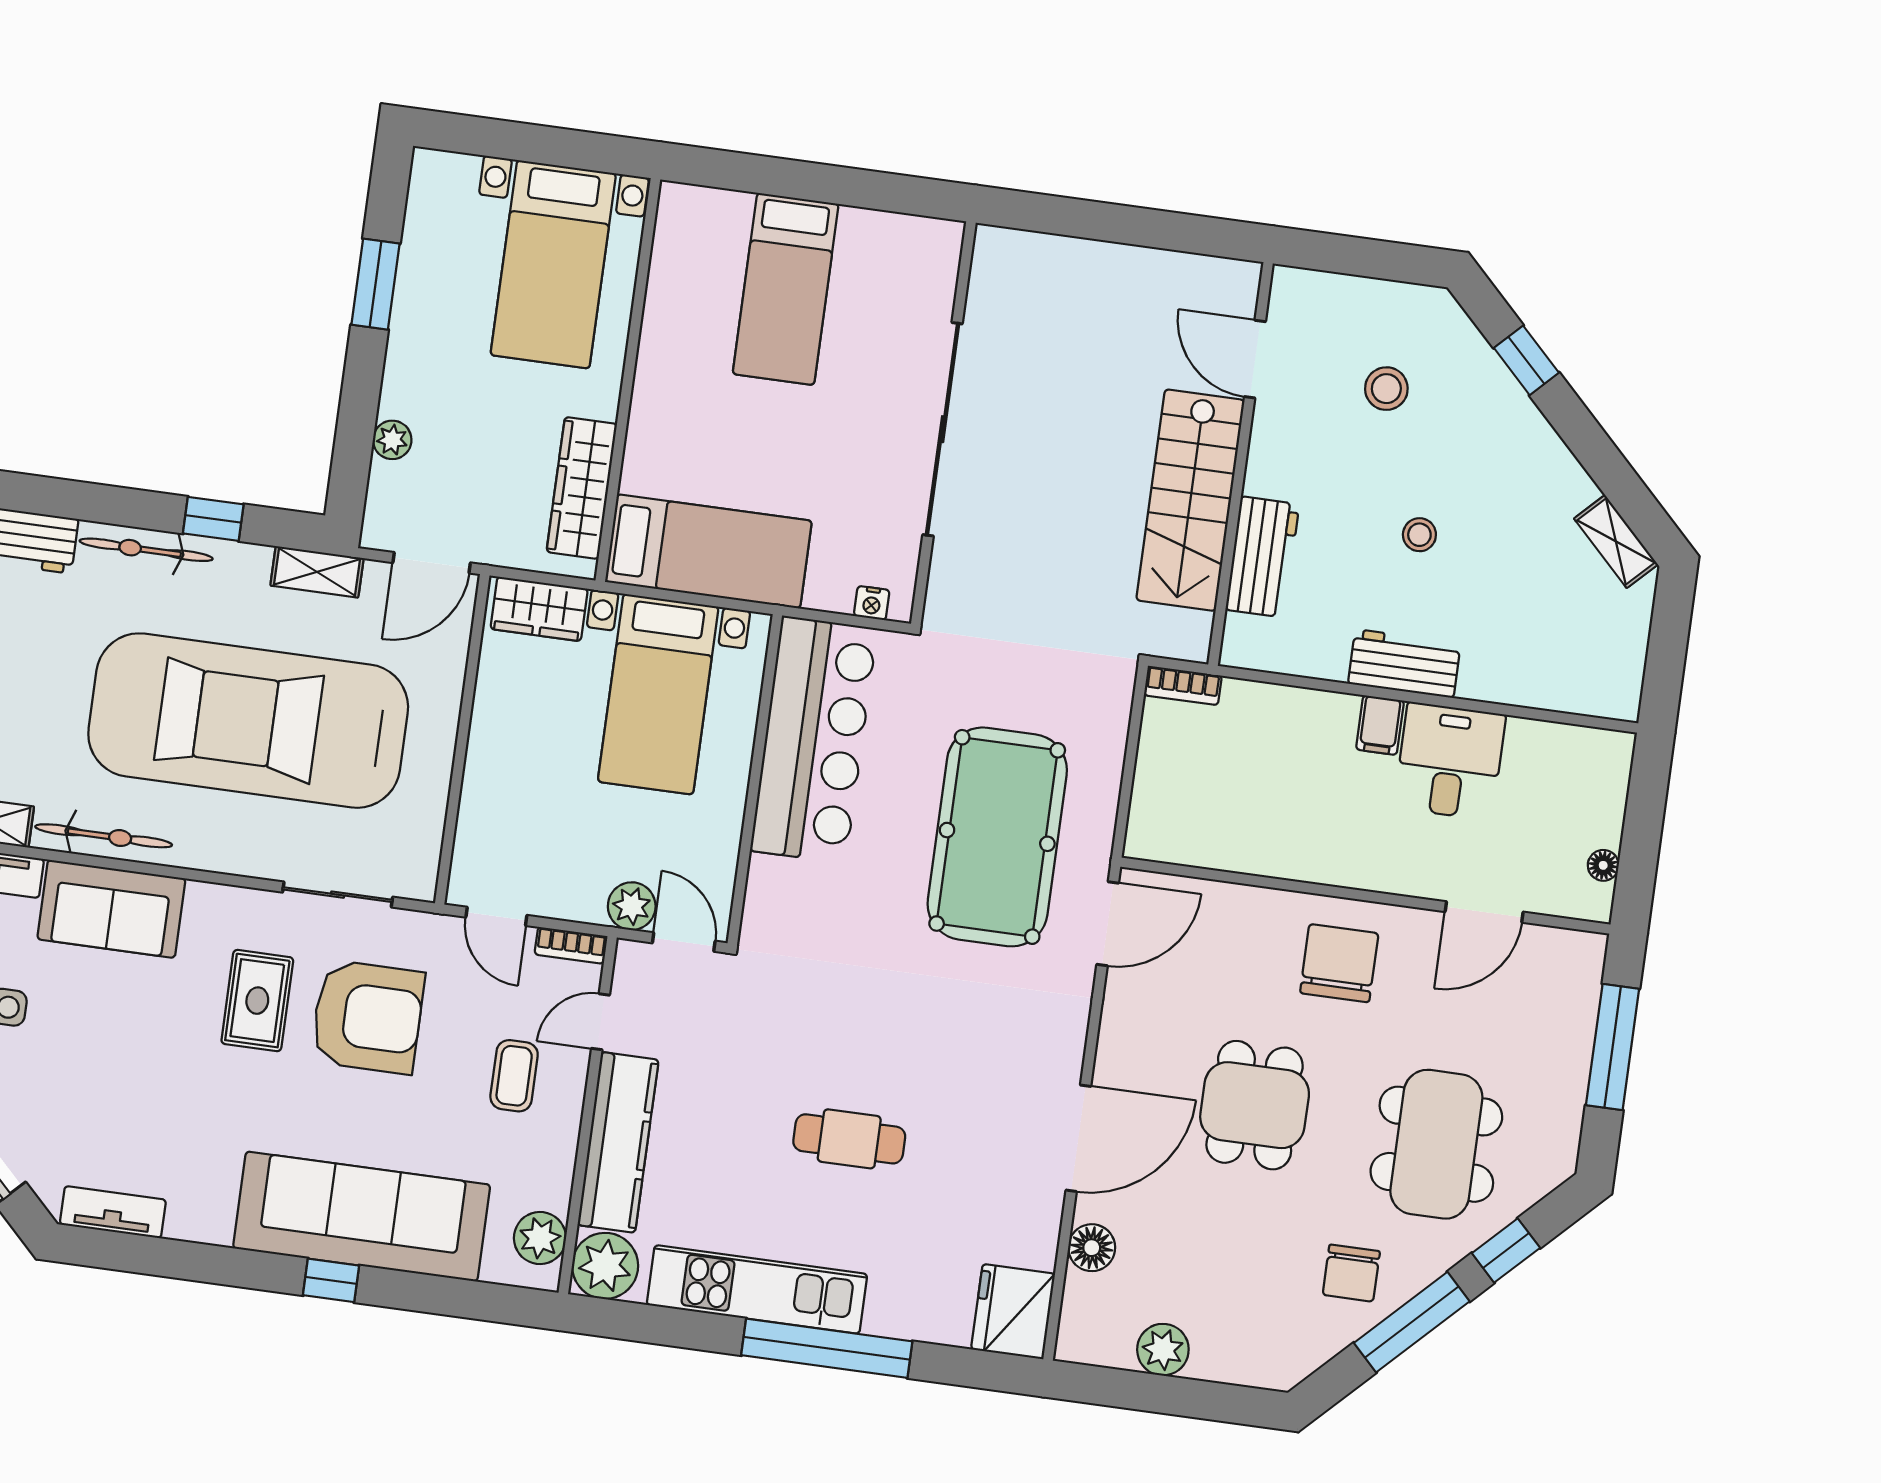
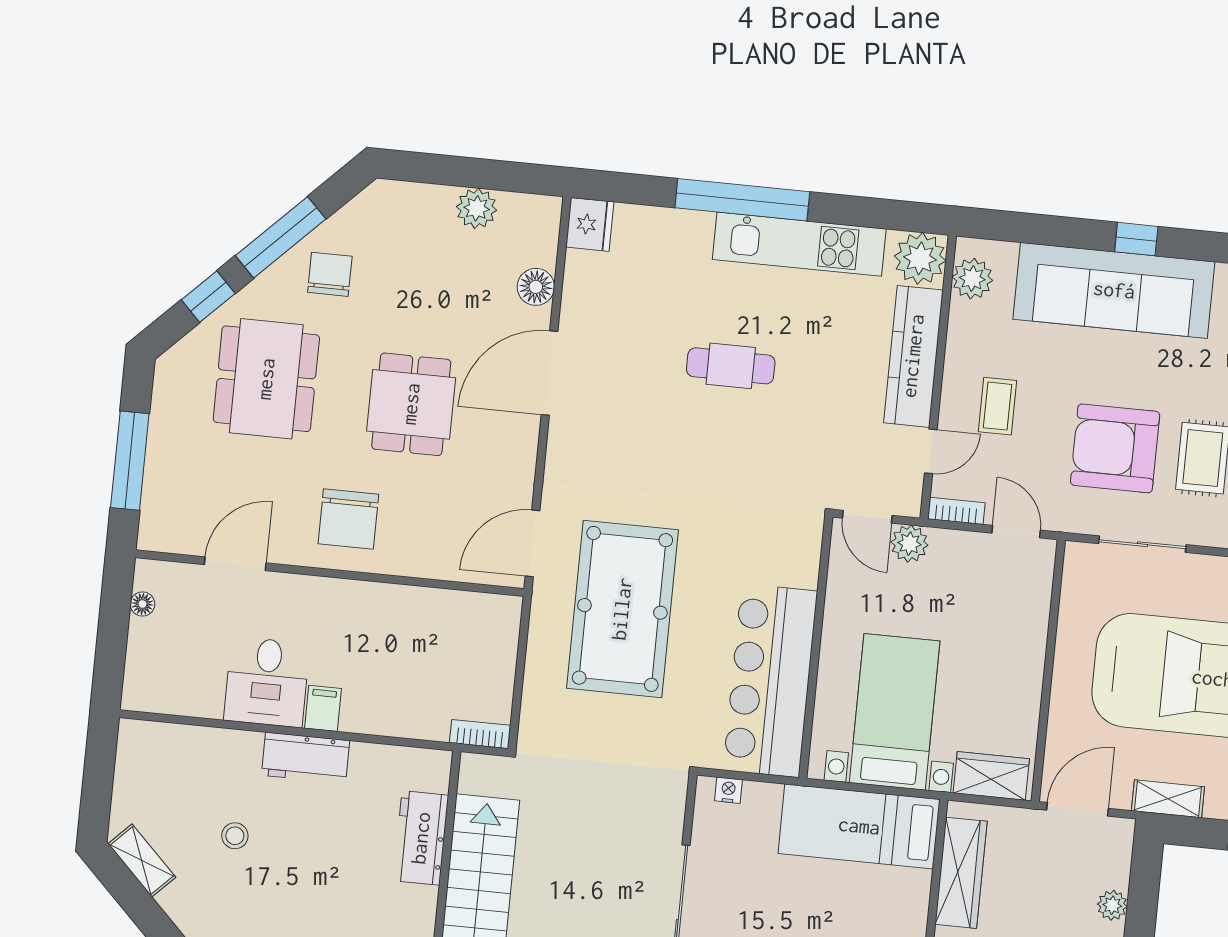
stool: (1419, 535) -> (235, 836), moved
fridge: (1013, 1311) -> (590, 224), width x0.73, depth x0.75

